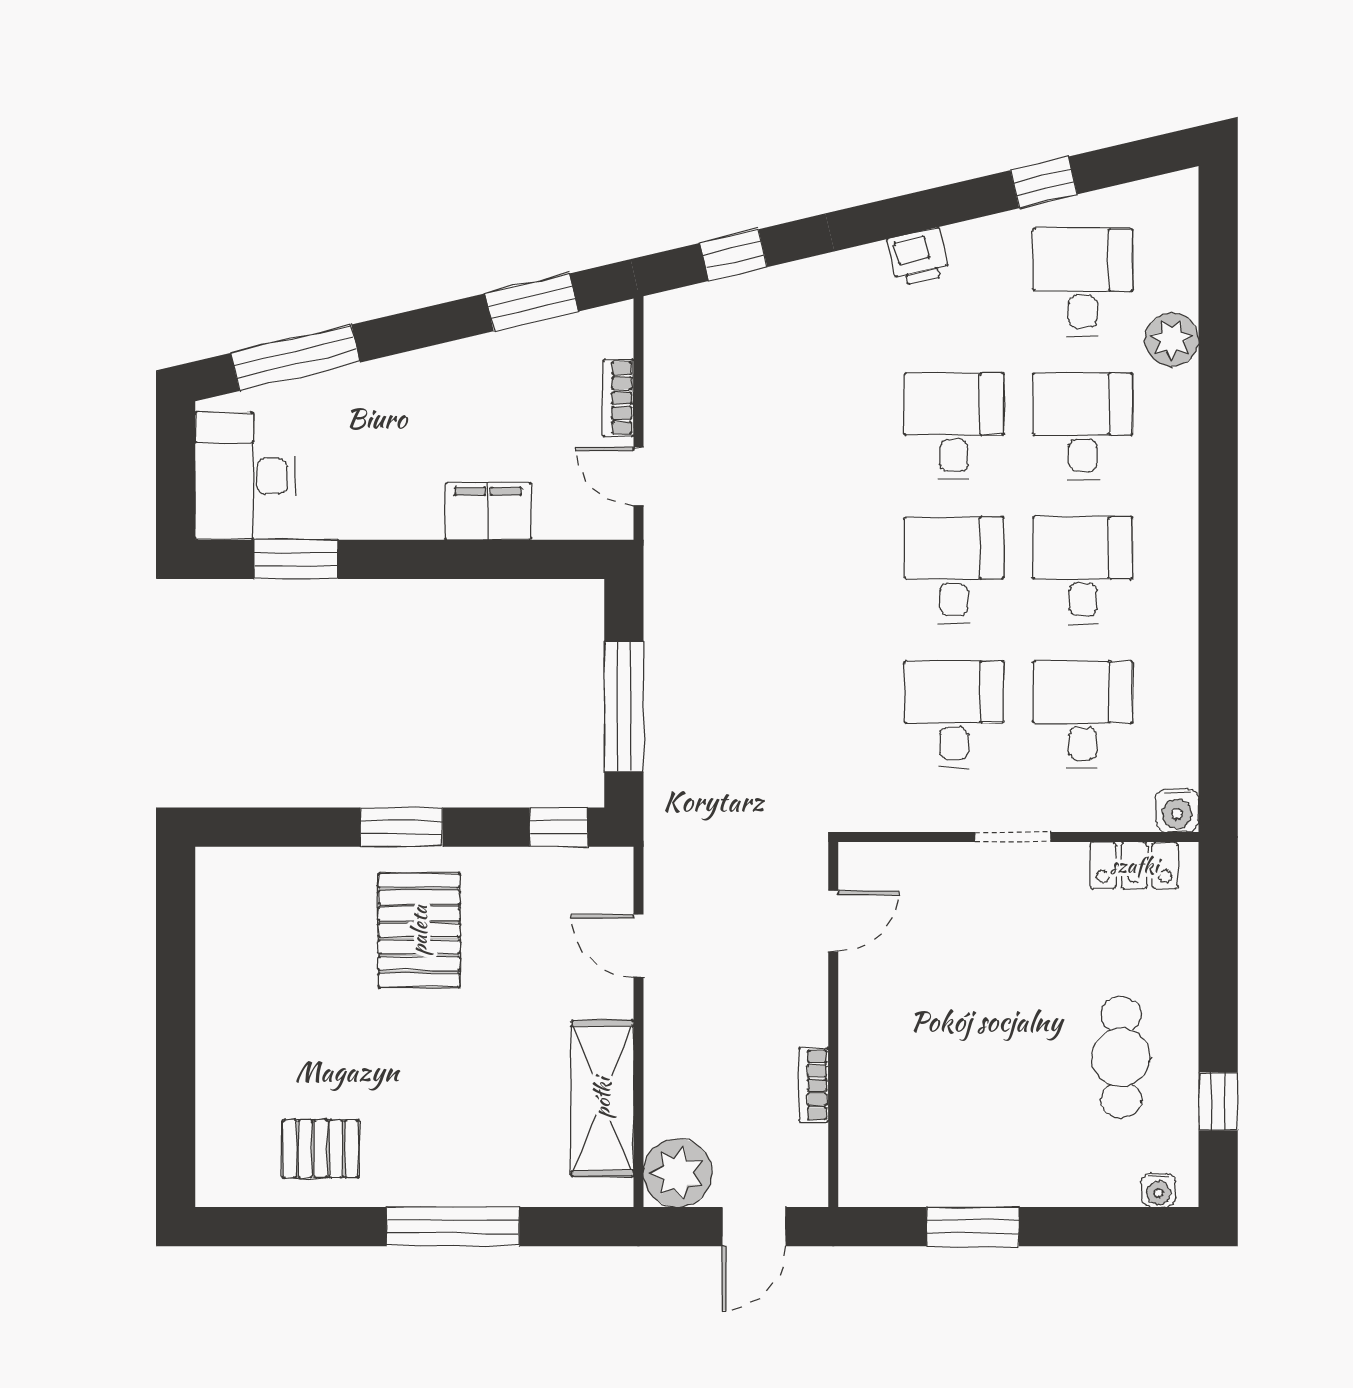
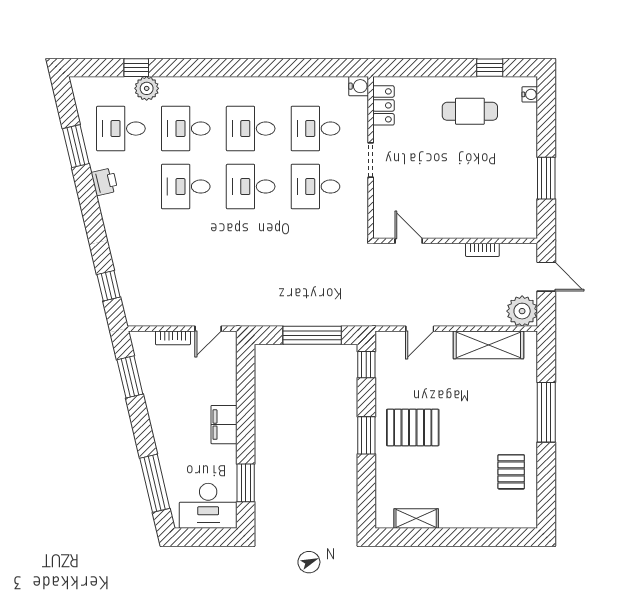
window: (1044, 182) -> (76, 146), width x1.50
printer: (918, 257) -> (105, 182), moved
window: (1218, 316) -> (136, 68), added
filing cabinet: (488, 511) -> (224, 425), moved
shelving: (217, 938) -> (416, 518), added

